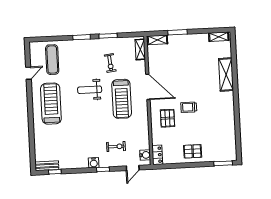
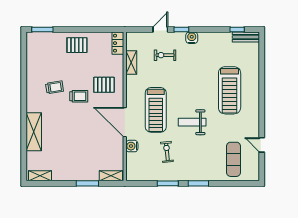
shelving: (140, 49) -> (131, 63), moved
door: (28, 73) -> (262, 145), hinge flipped
weight bench: (90, 90) -> (192, 122), turned 180
treadmill: (122, 99) -> (156, 110), turned 180
treadmill: (51, 104) -> (230, 90), moved
trolley: (210, 114) -> (54, 87), added
pallet: (168, 118) -> (104, 85), turned 90
water cooler: (145, 155) -> (132, 146), moved
door: (133, 168) -> (160, 29), moved

